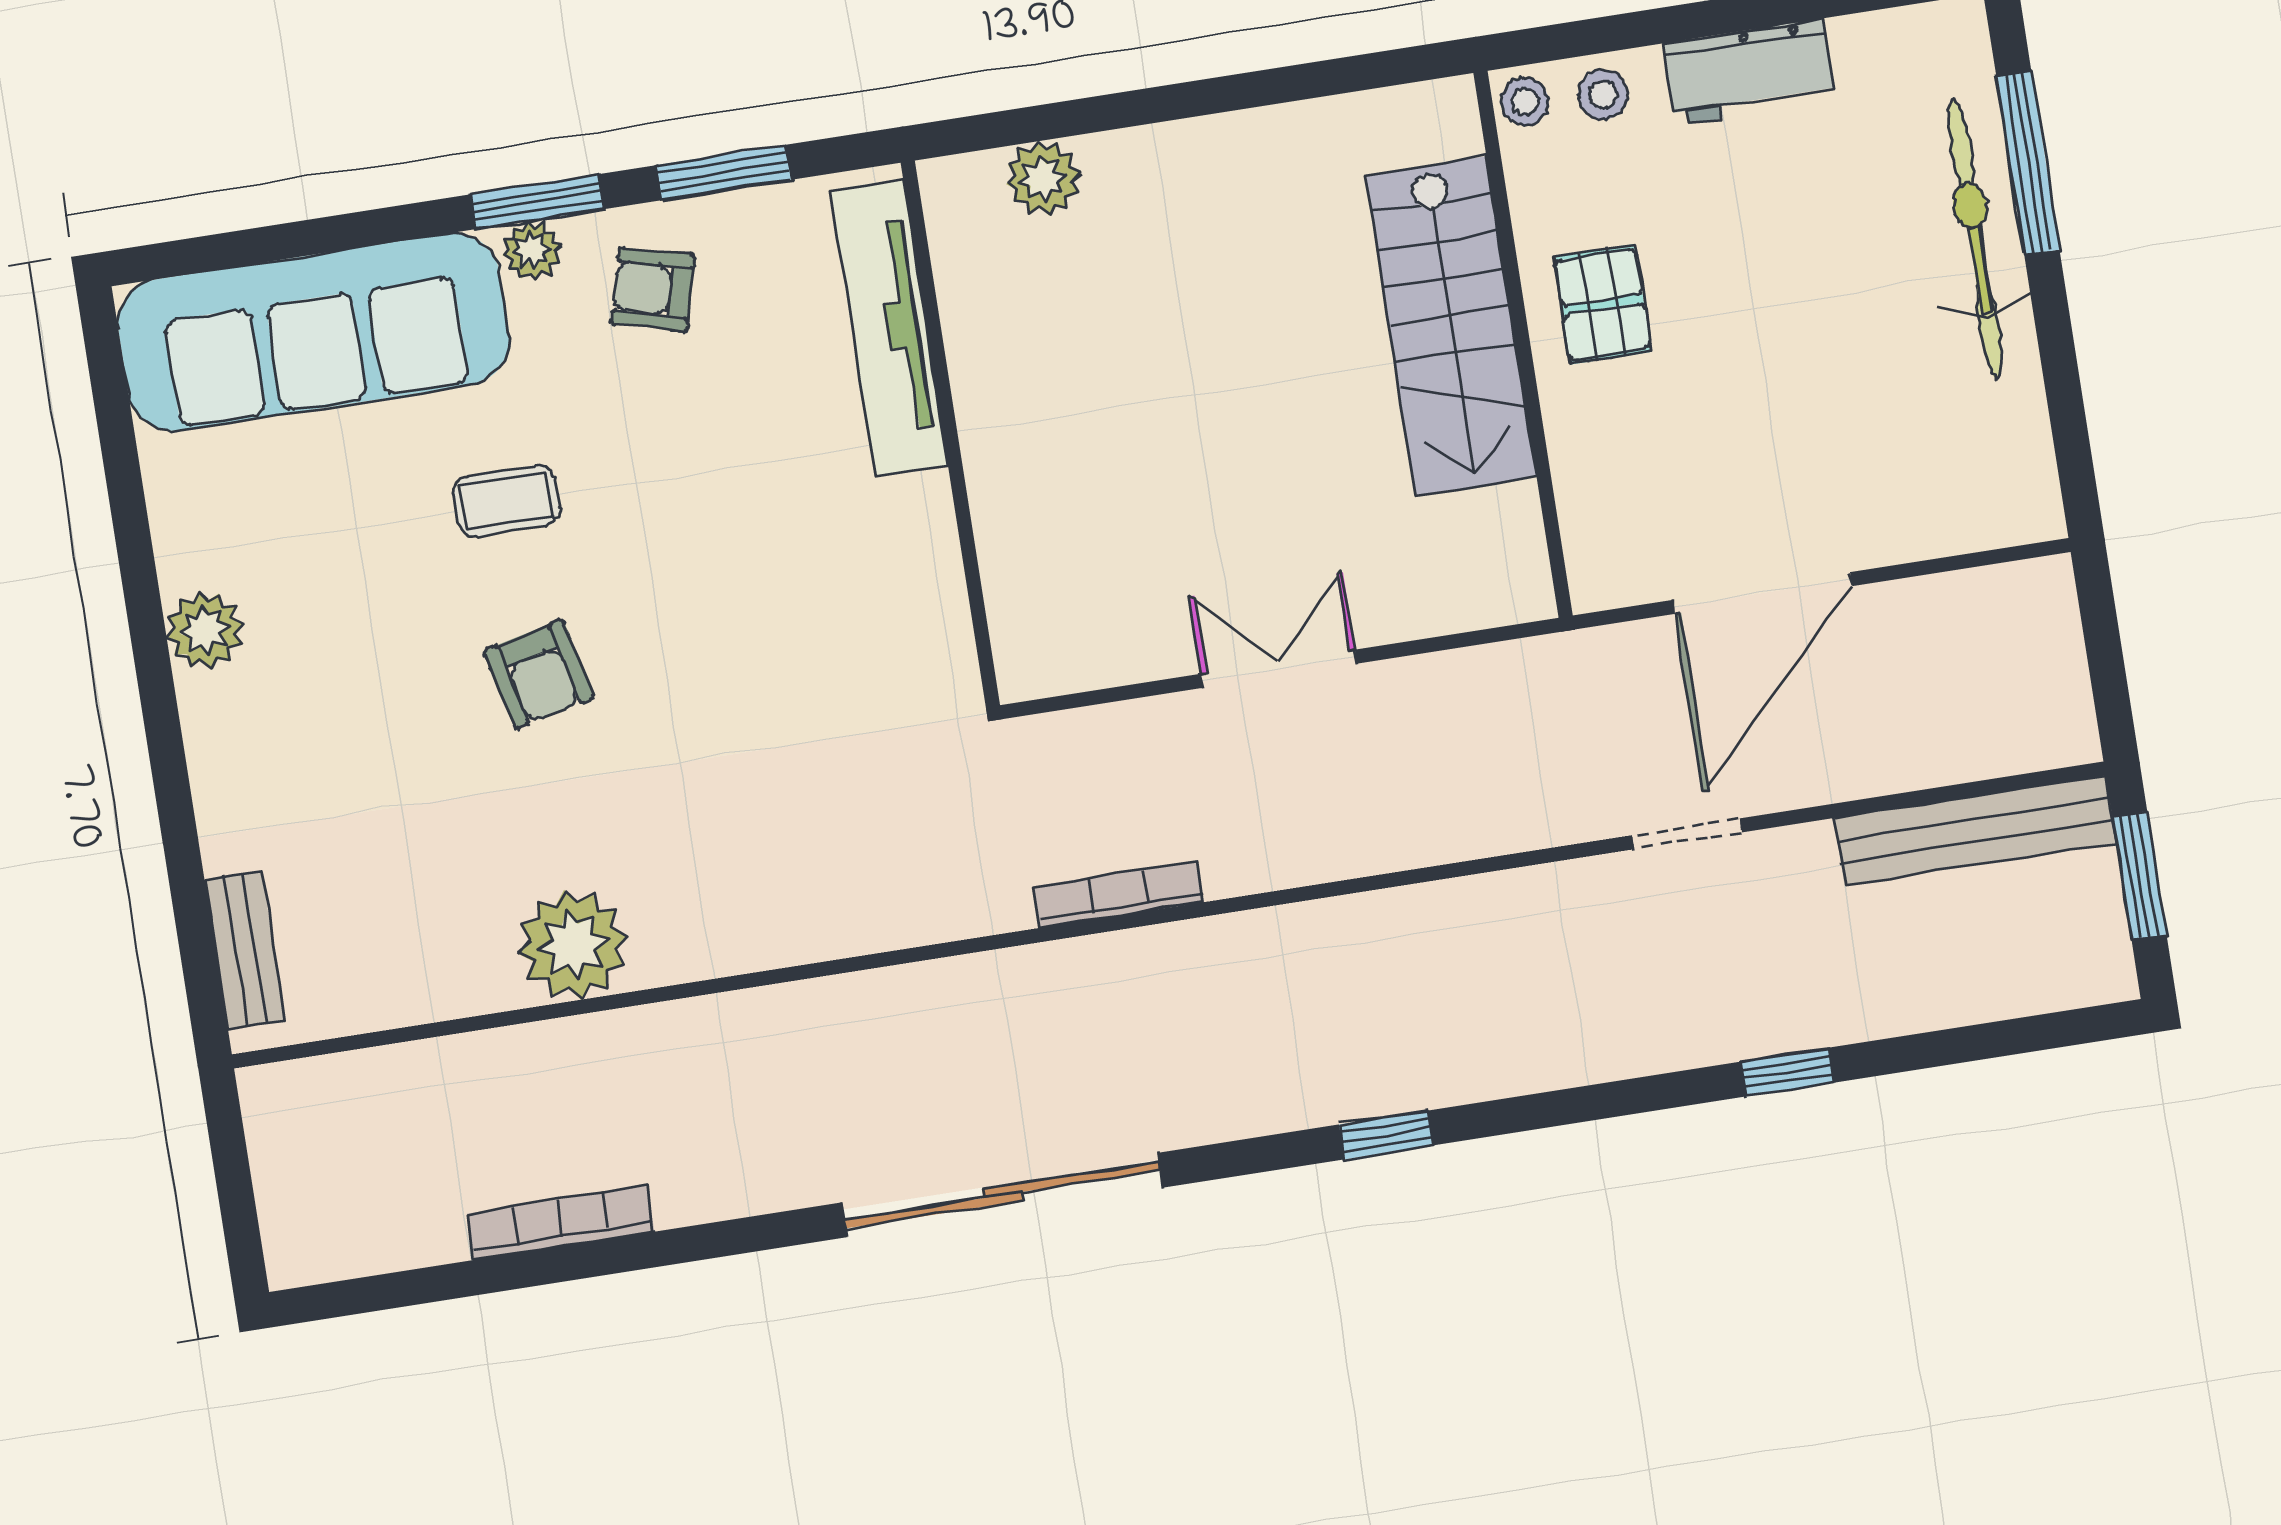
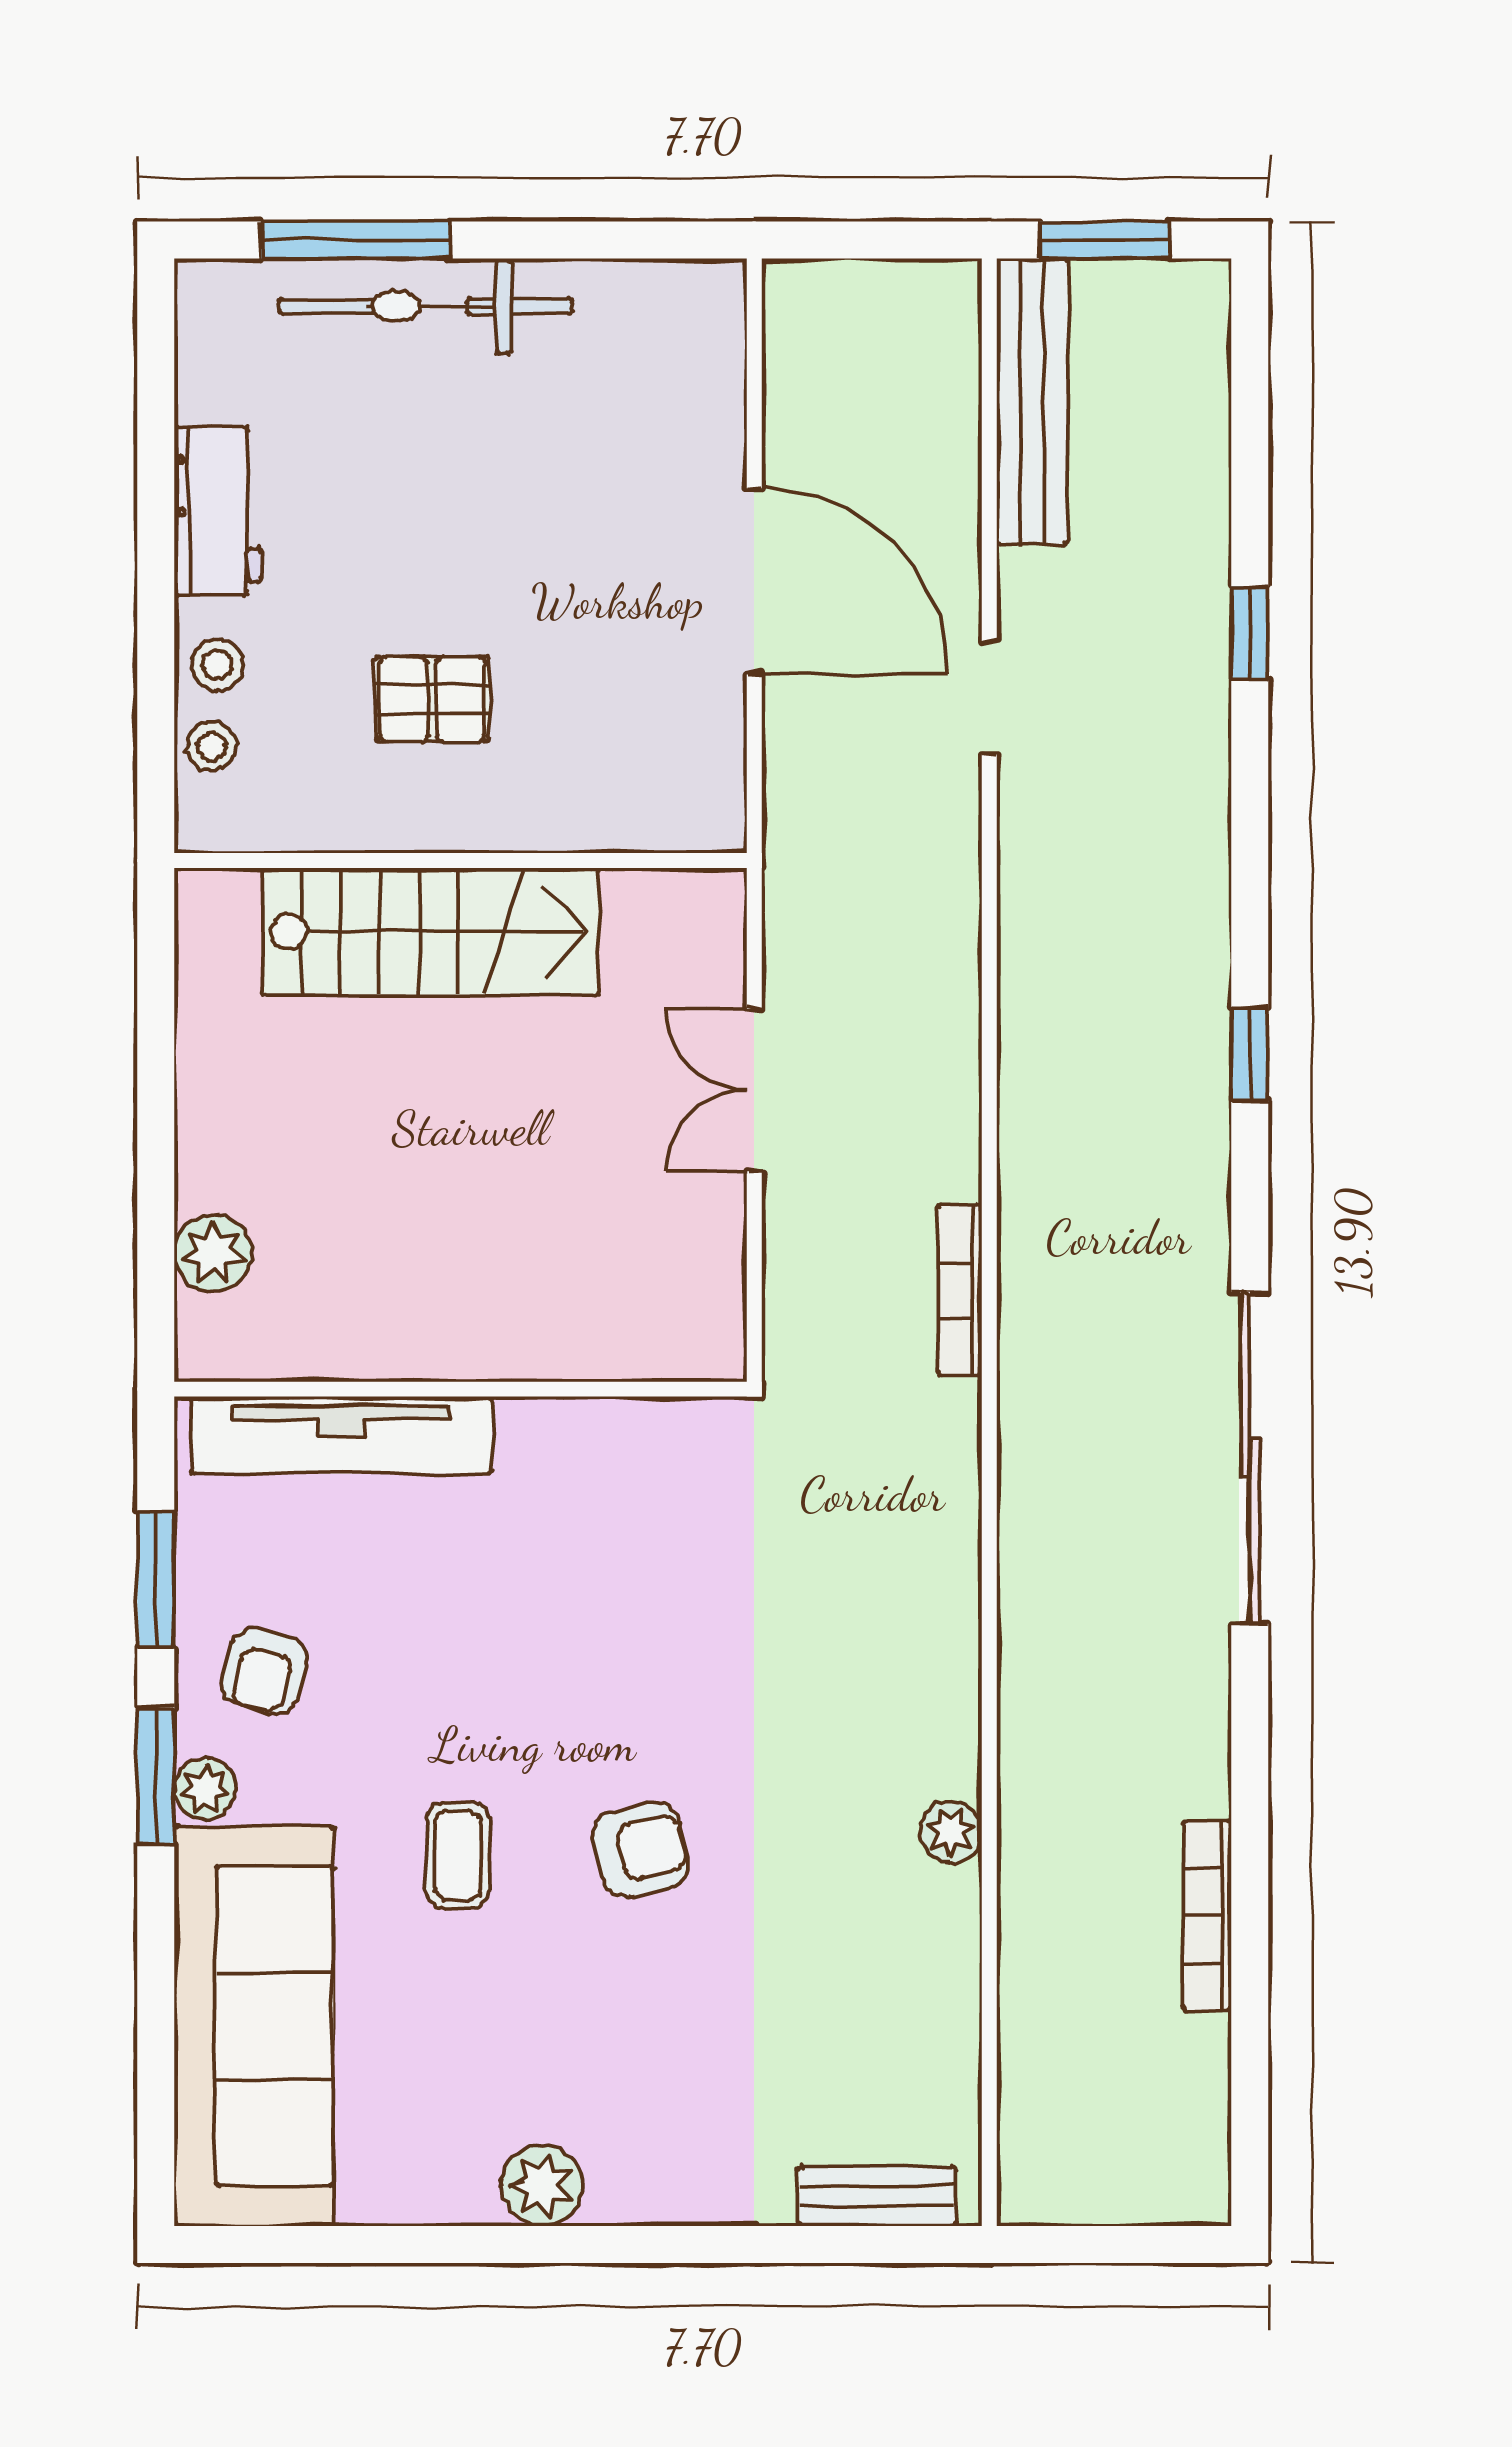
stairs: (1451, 326) -> (430, 931), moved
wall: (1523, 344) -> (461, 861), moved
plant: (573, 945) -> (951, 1832), width x0.53, depth x0.53

